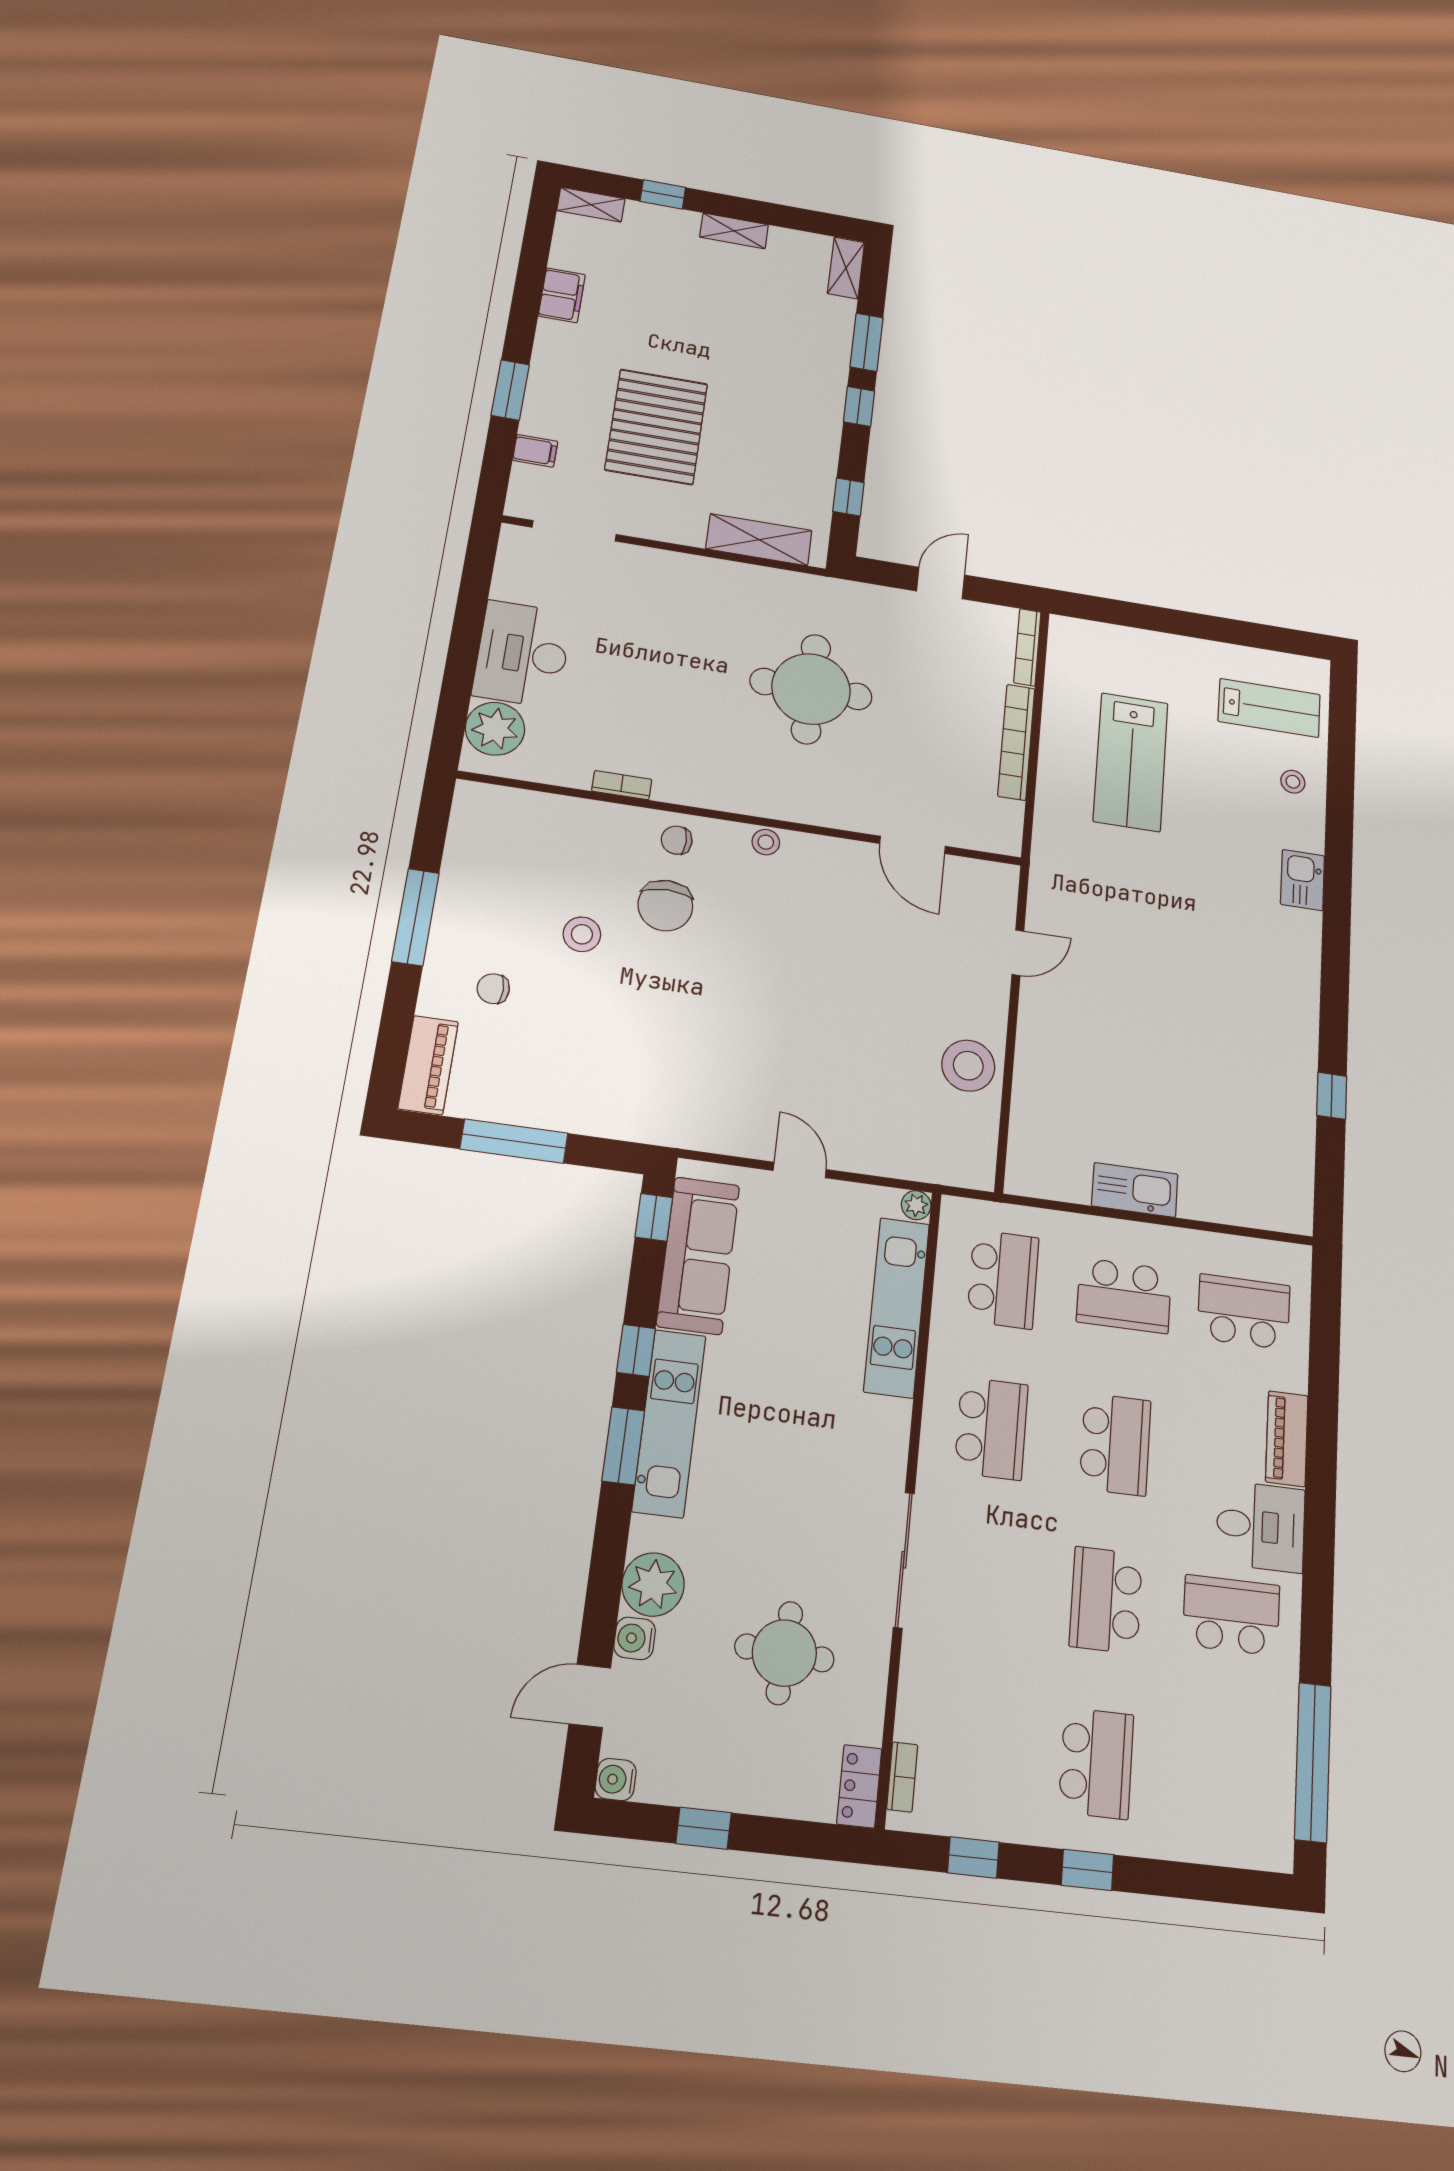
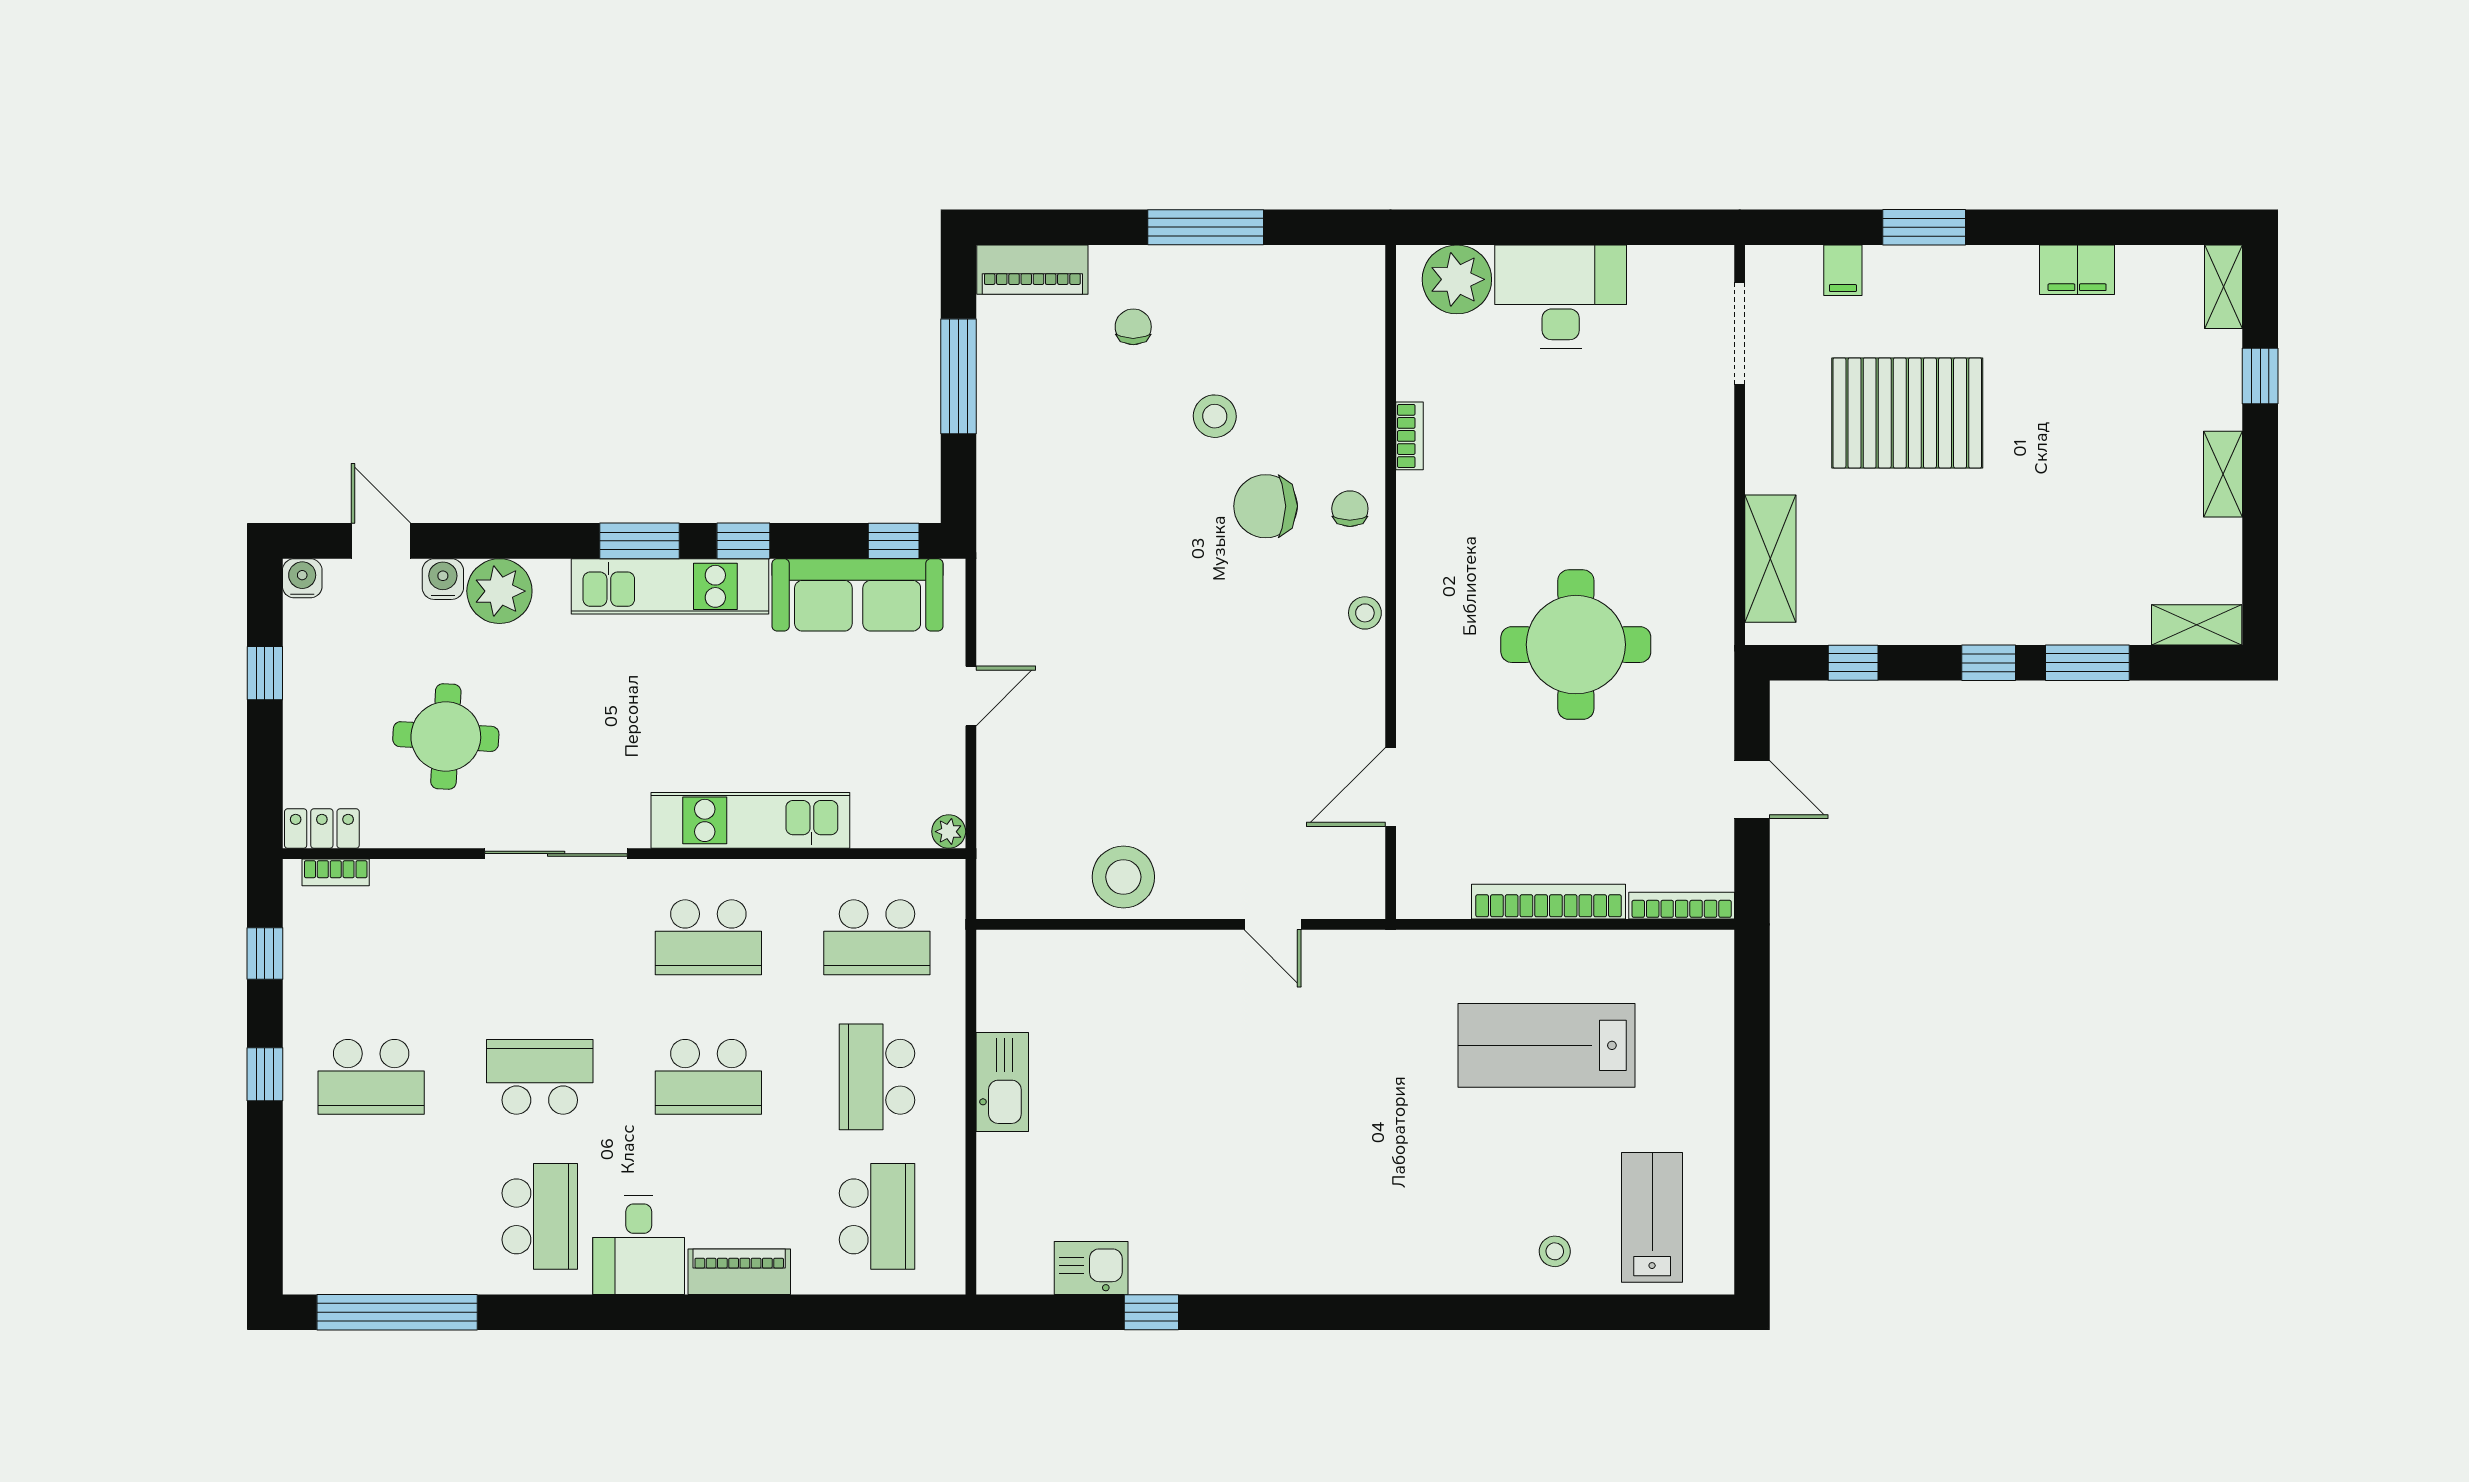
lab bench: (1269, 708) -> (1652, 1217), turned 180
kitchen sink: (1303, 880) -> (1091, 1268), moved
kitchen unit: (897, 1307) -> (750, 820), moved

